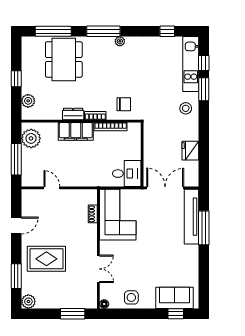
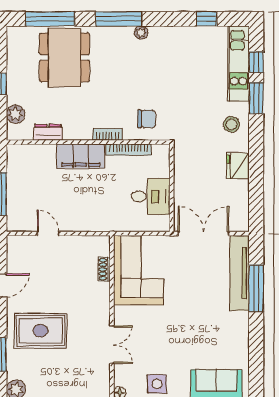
dresser: (73, 114) -> (48, 132), moved
plant: (31, 138) -> (19, 166), removed
fridge: (190, 151) -> (238, 166), moved
desk: (127, 174) -> (151, 196), moved

